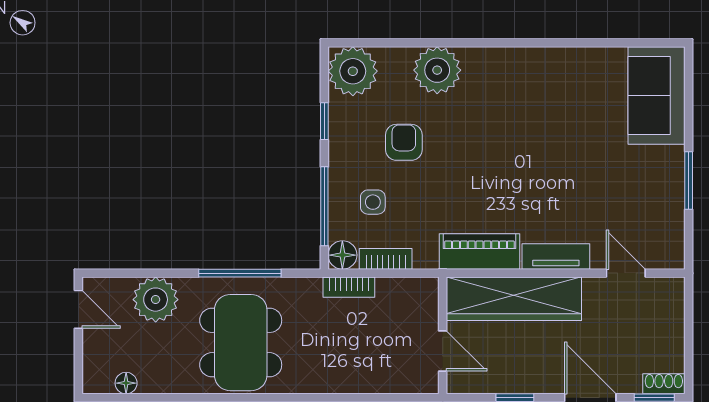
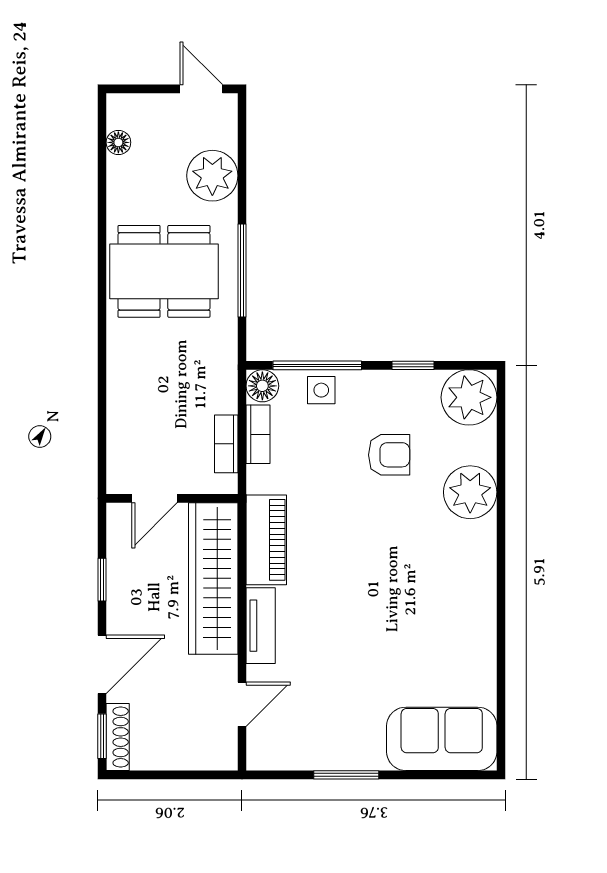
side table: (373, 202) -> (321, 390), moved
bookcase: (349, 287) -> (226, 444), moved
door: (78, 309) -> (201, 89), swing flipped
shoe rack: (664, 384) -> (118, 737), width x1.43

